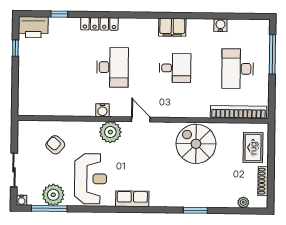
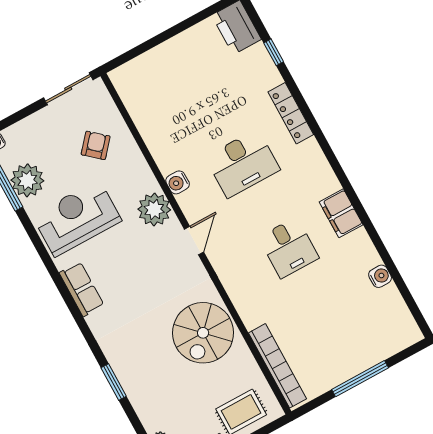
window: (15, 48) -> (195, 19), removed
window: (272, 54) -> (360, 379), moved
desk: (238, 69) -> (335, 332), removed
spiral stairs: (196, 144) -> (203, 333), turned 180
sliding door: (14, 170) -> (68, 89), moved
reception desk: (91, 179) -> (77, 218), turned 180

